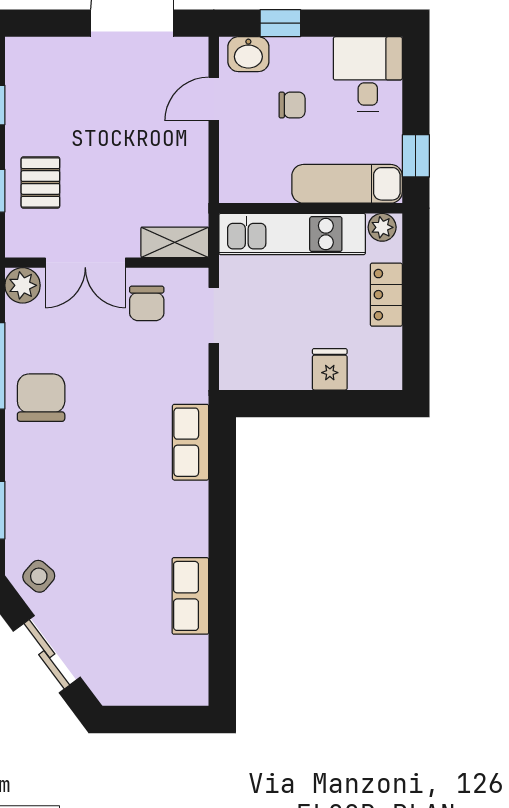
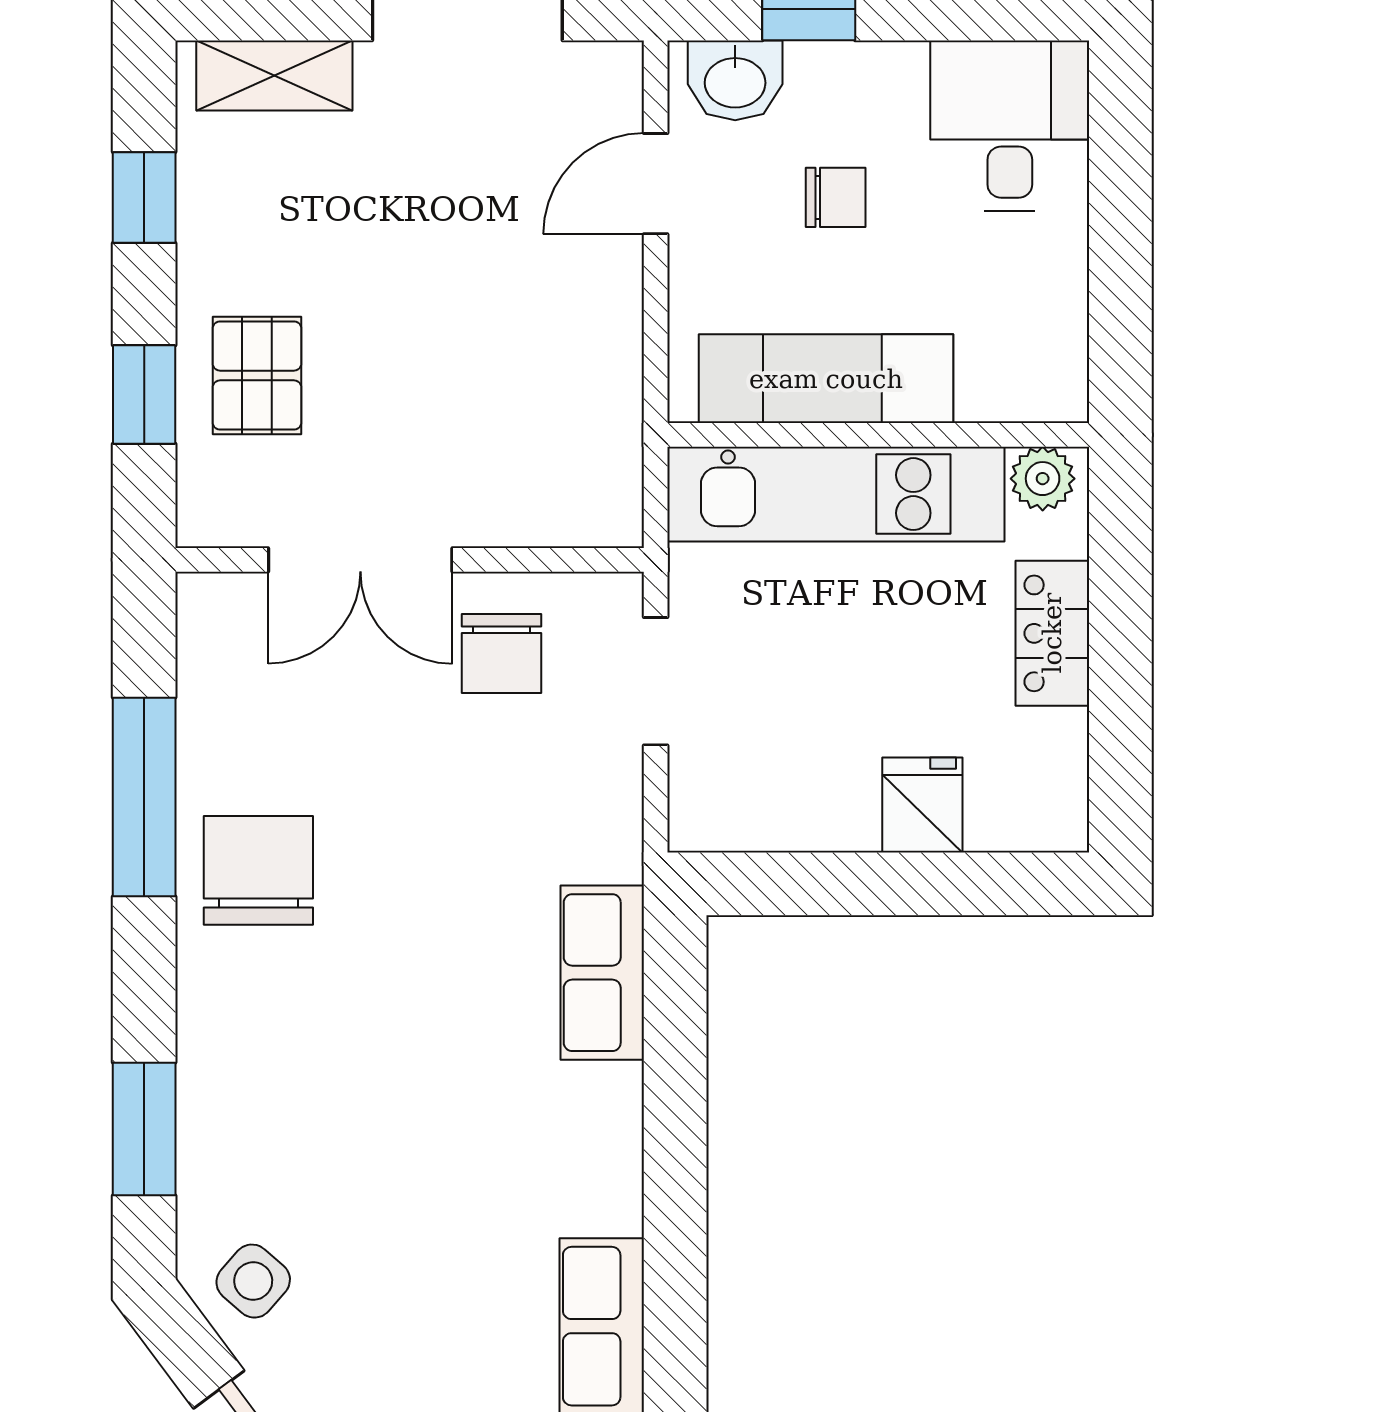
window: (416, 156) -> (1120, 314), removed
exam couch: (347, 184) -> (826, 379), moved
shelving: (175, 242) -> (274, 75), moved
plant: (23, 285) -> (216, 612), removed

